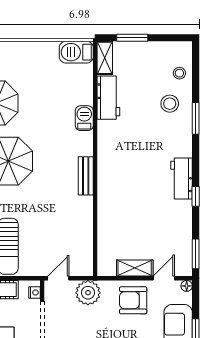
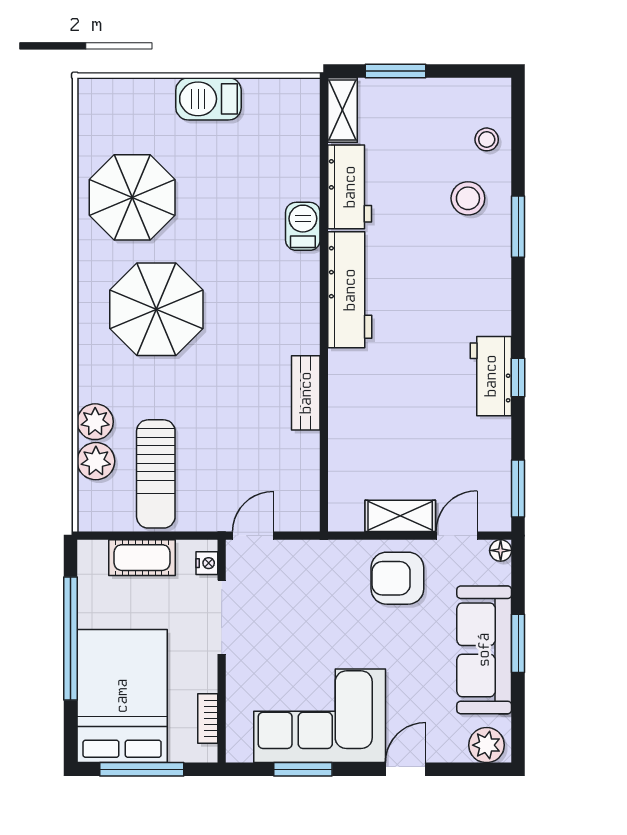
barbecue: (76, 52) -> (208, 99), moved
workbench: (109, 151) -> (350, 290), added
bench: (86, 176) -> (306, 393), moved
workbench: (182, 178) -> (491, 376), moved
plant: (88, 293) -> (310, 564), removed

